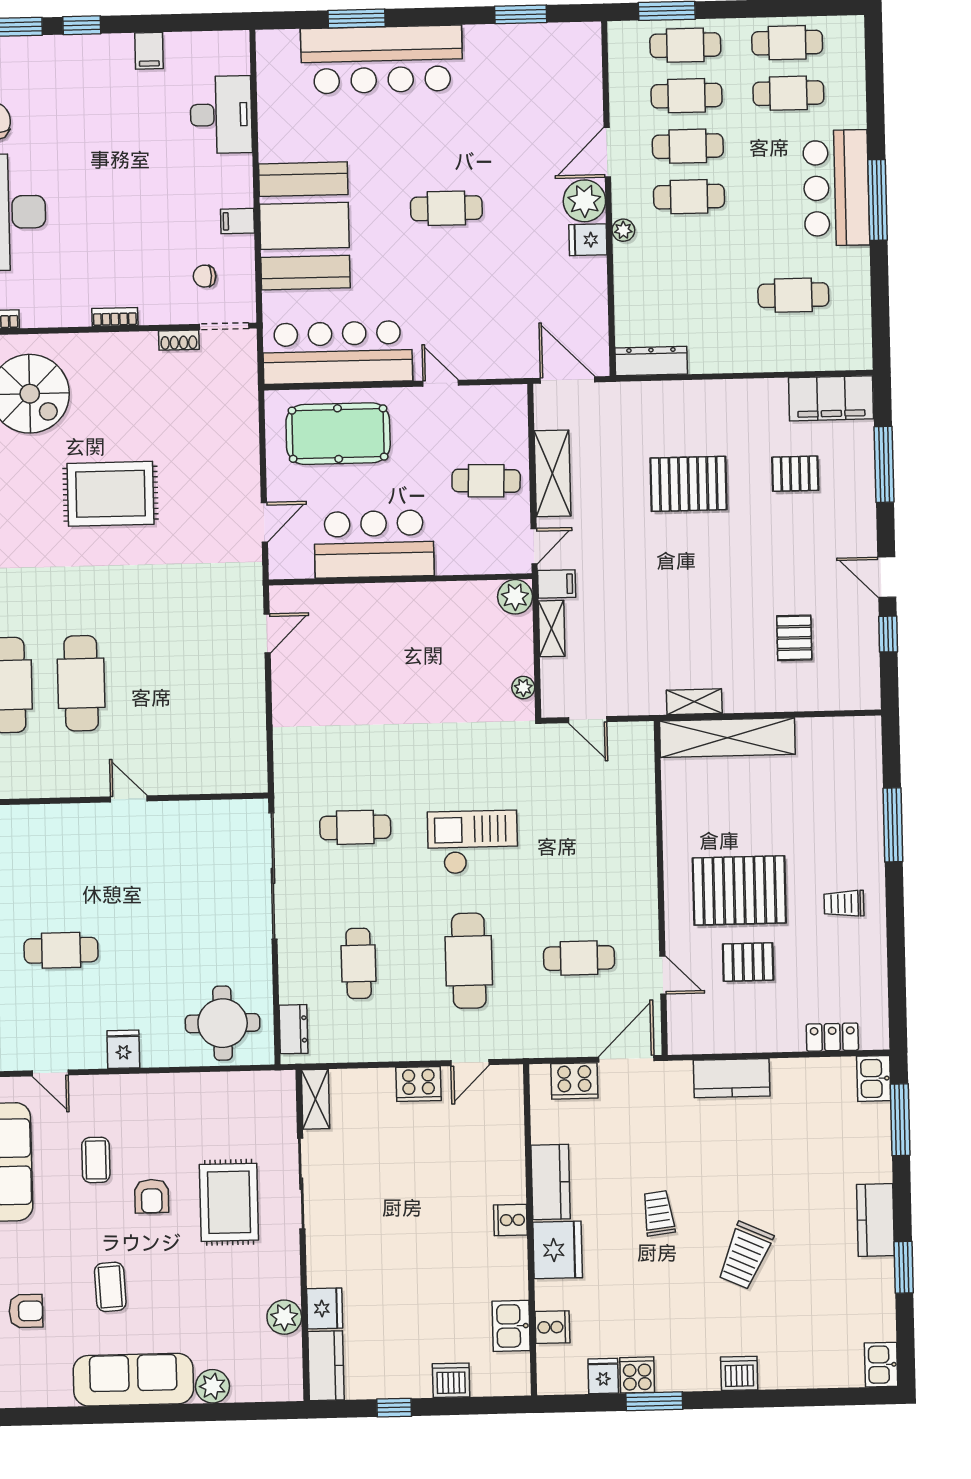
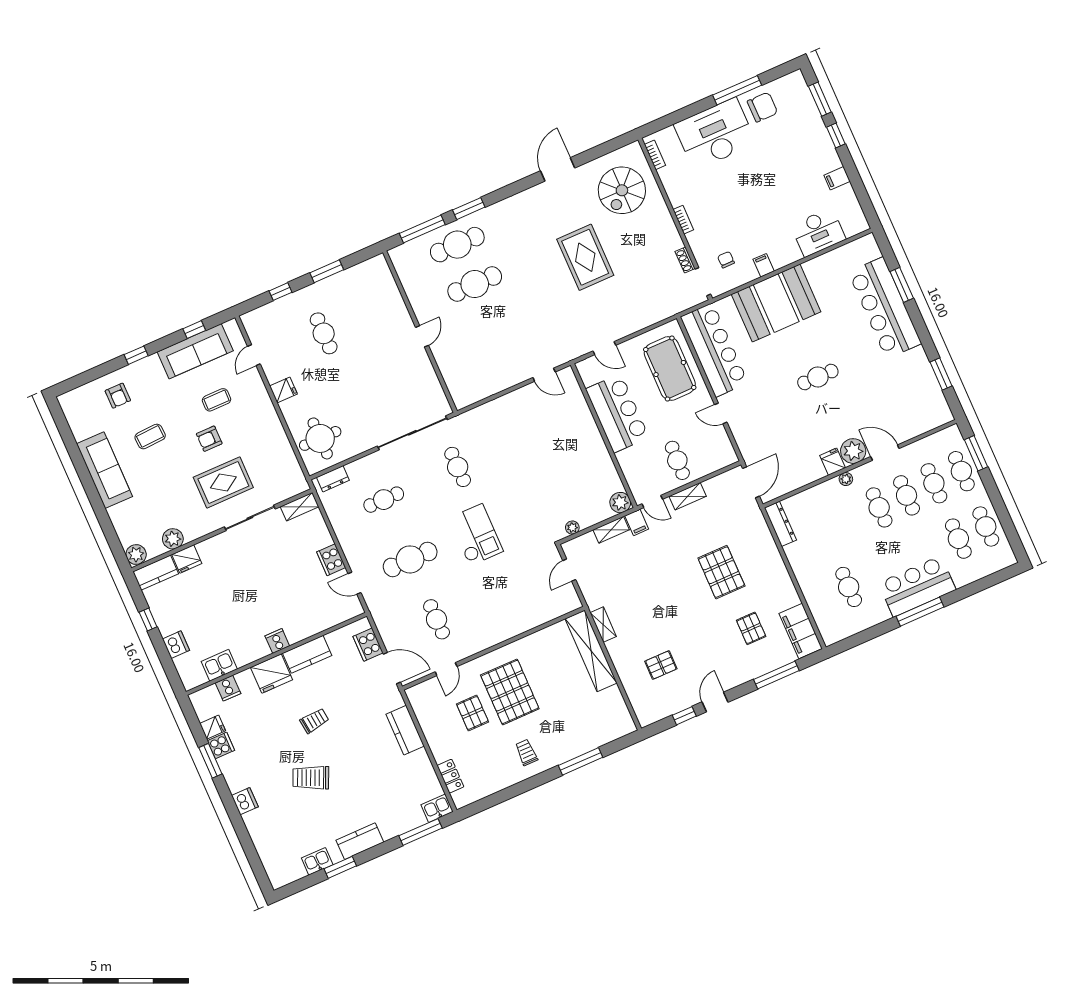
cafe table: (446, 208) -> (818, 377), turned 90
door: (441, 383) -> (721, 413), swing flipped
shelving: (553, 473) -> (688, 496), width x0.67, depth x0.75
kitchen sink: (881, 1365) -> (317, 861), moved
plant: (213, 1386) -> (136, 555), moved

